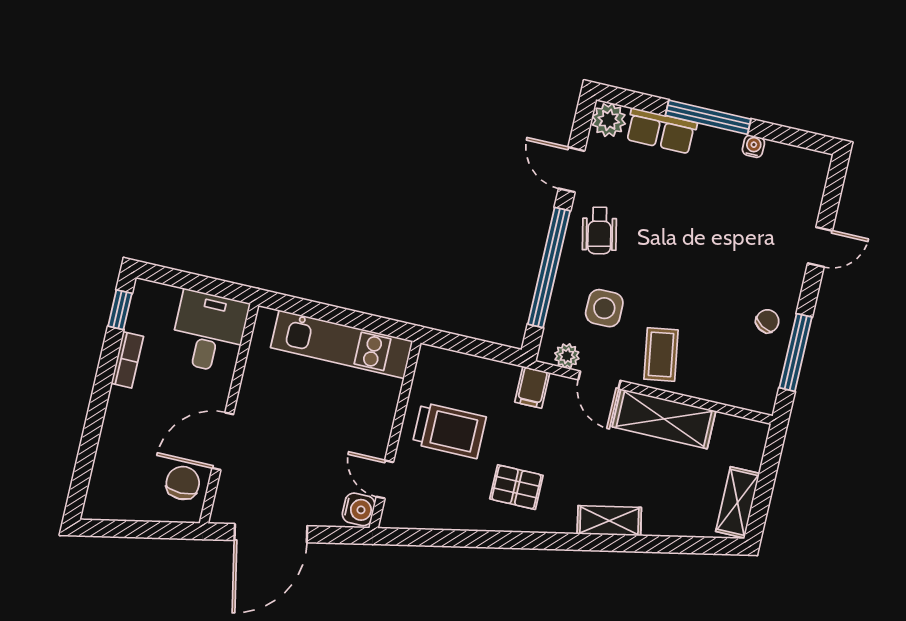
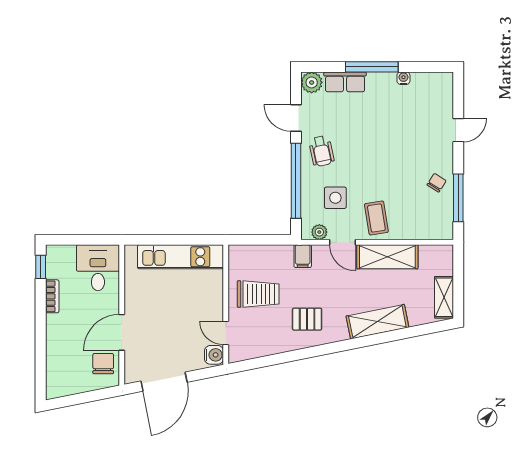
shelving: (609, 521) -> (377, 322), width x1.50, depth x1.33

